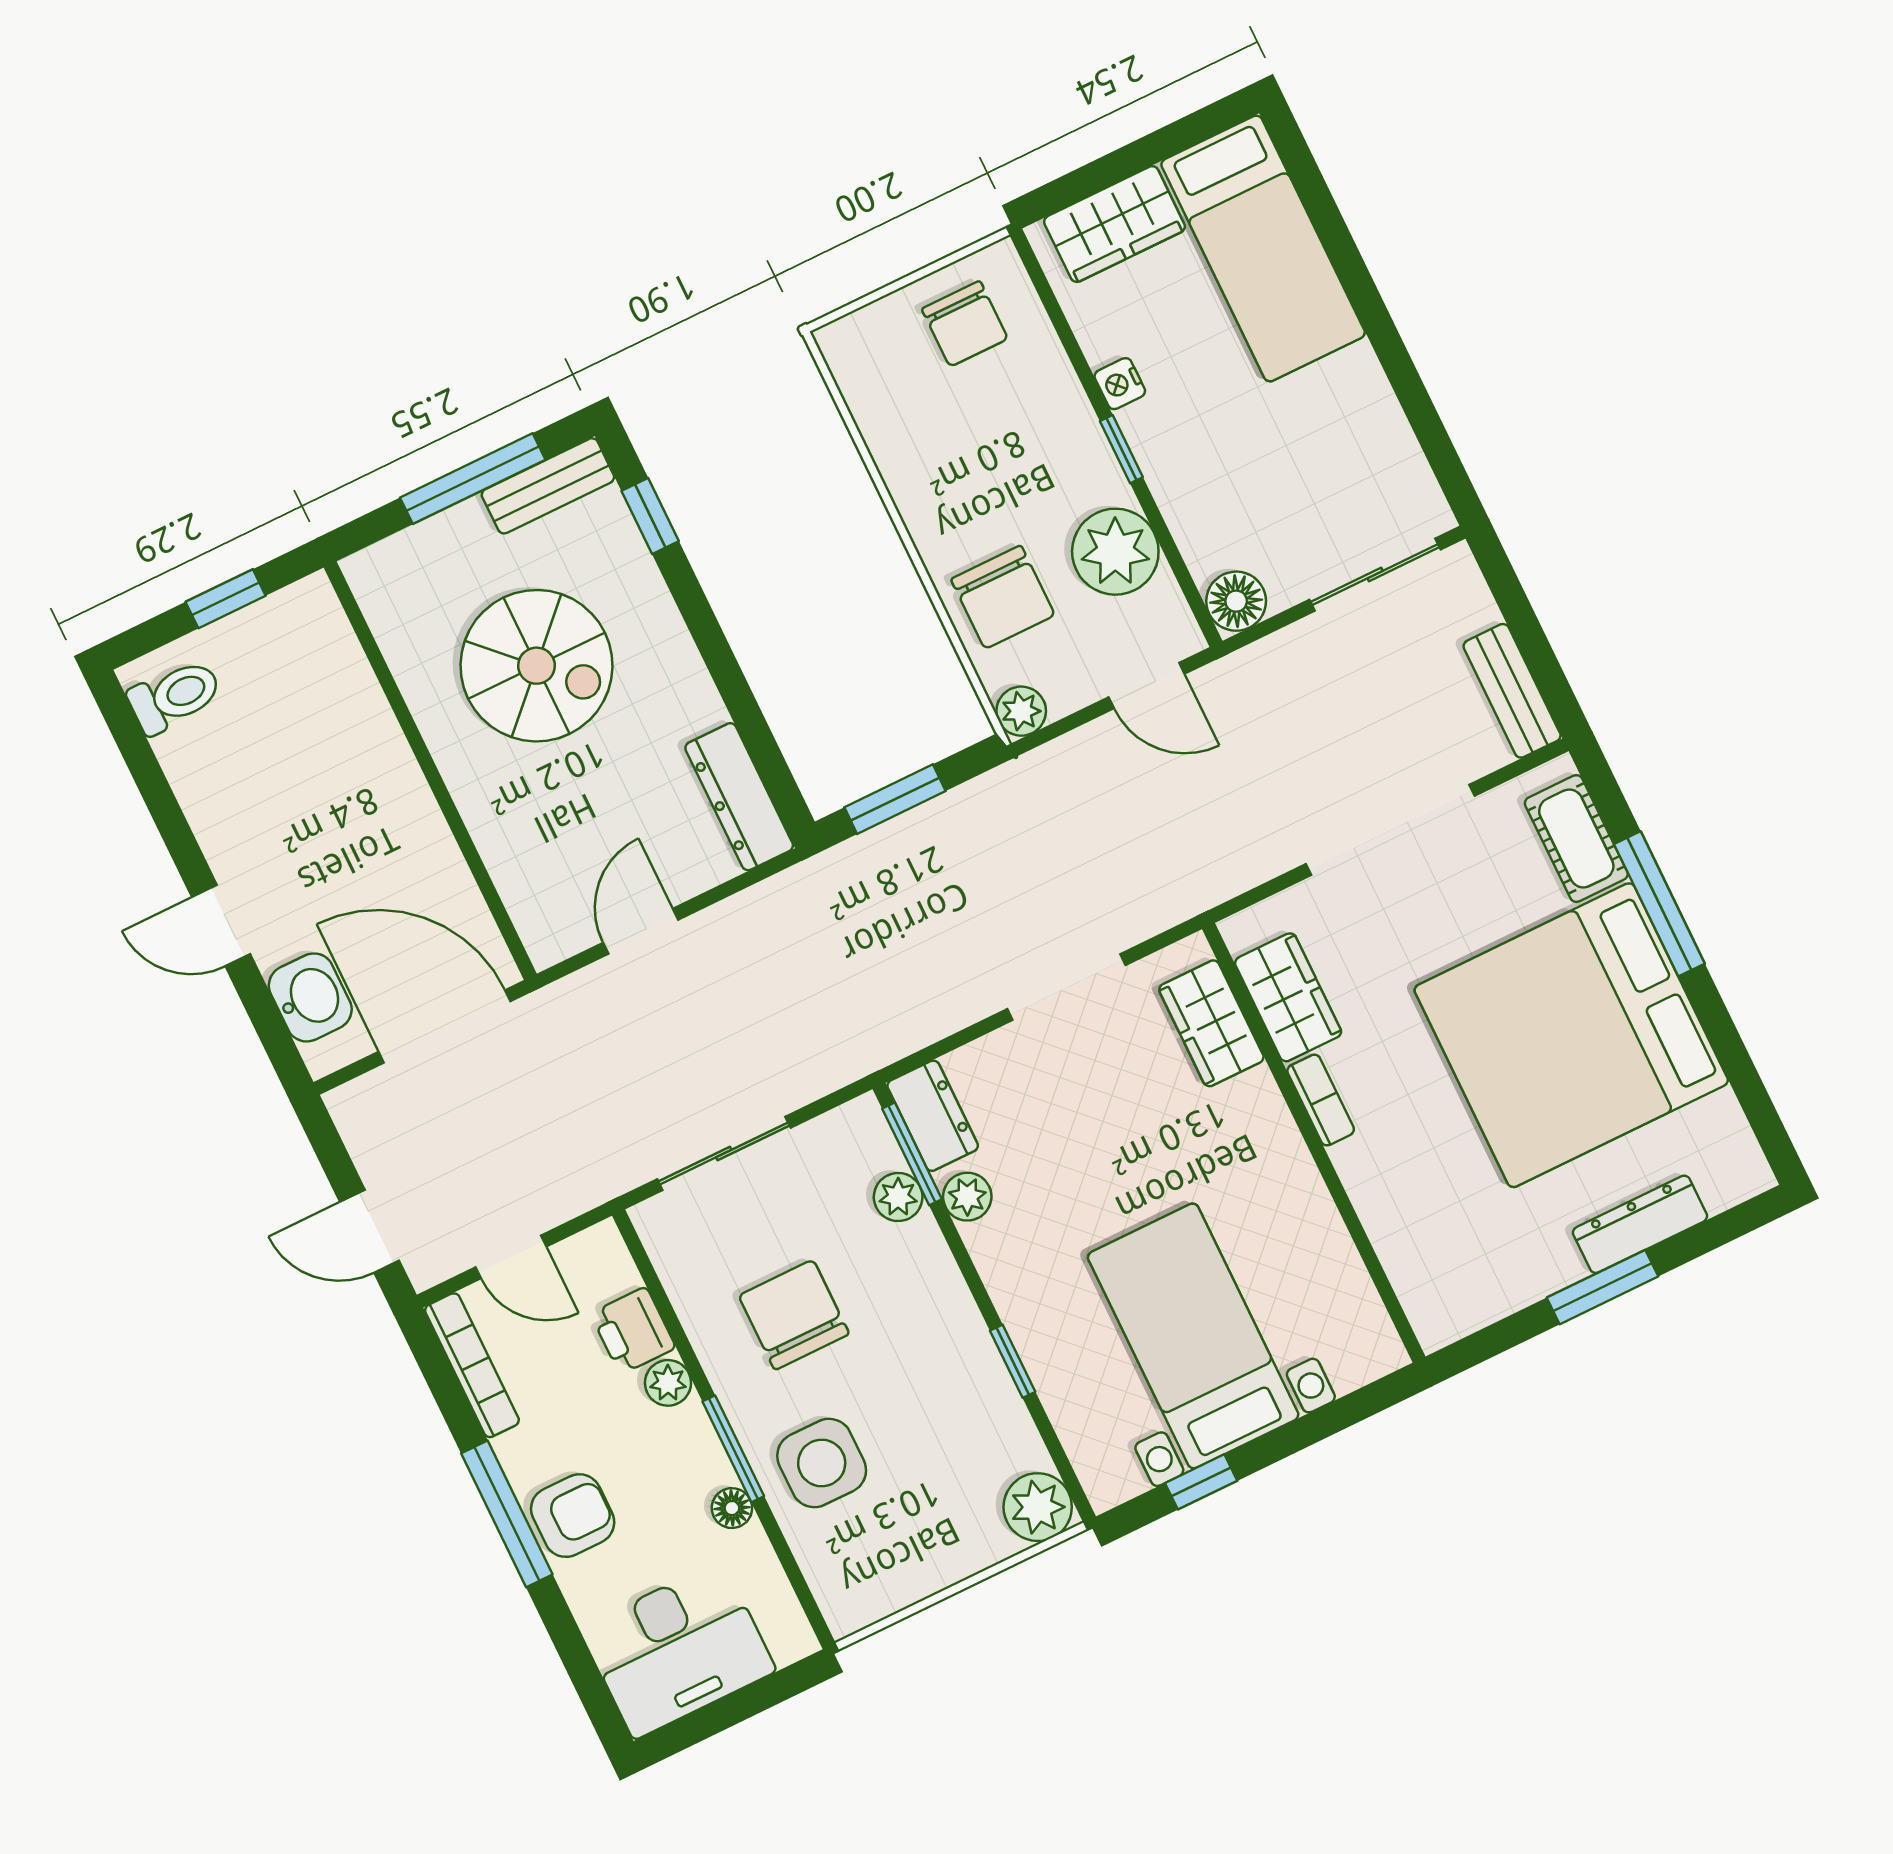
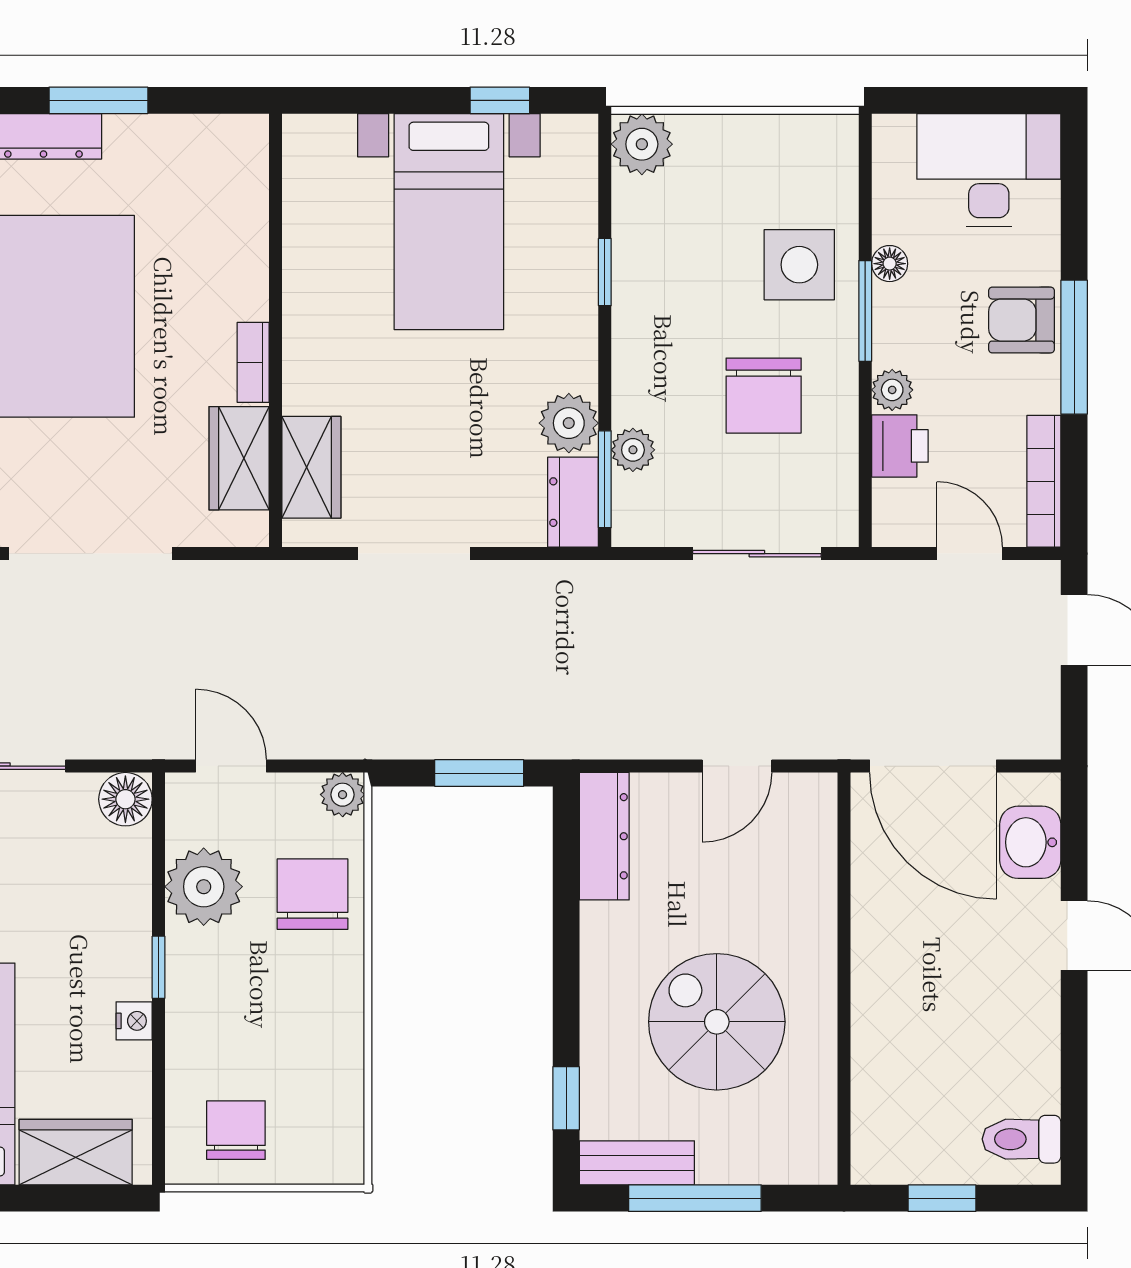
plant: (967, 1197) -> (569, 423), width x1.38, depth x1.38

